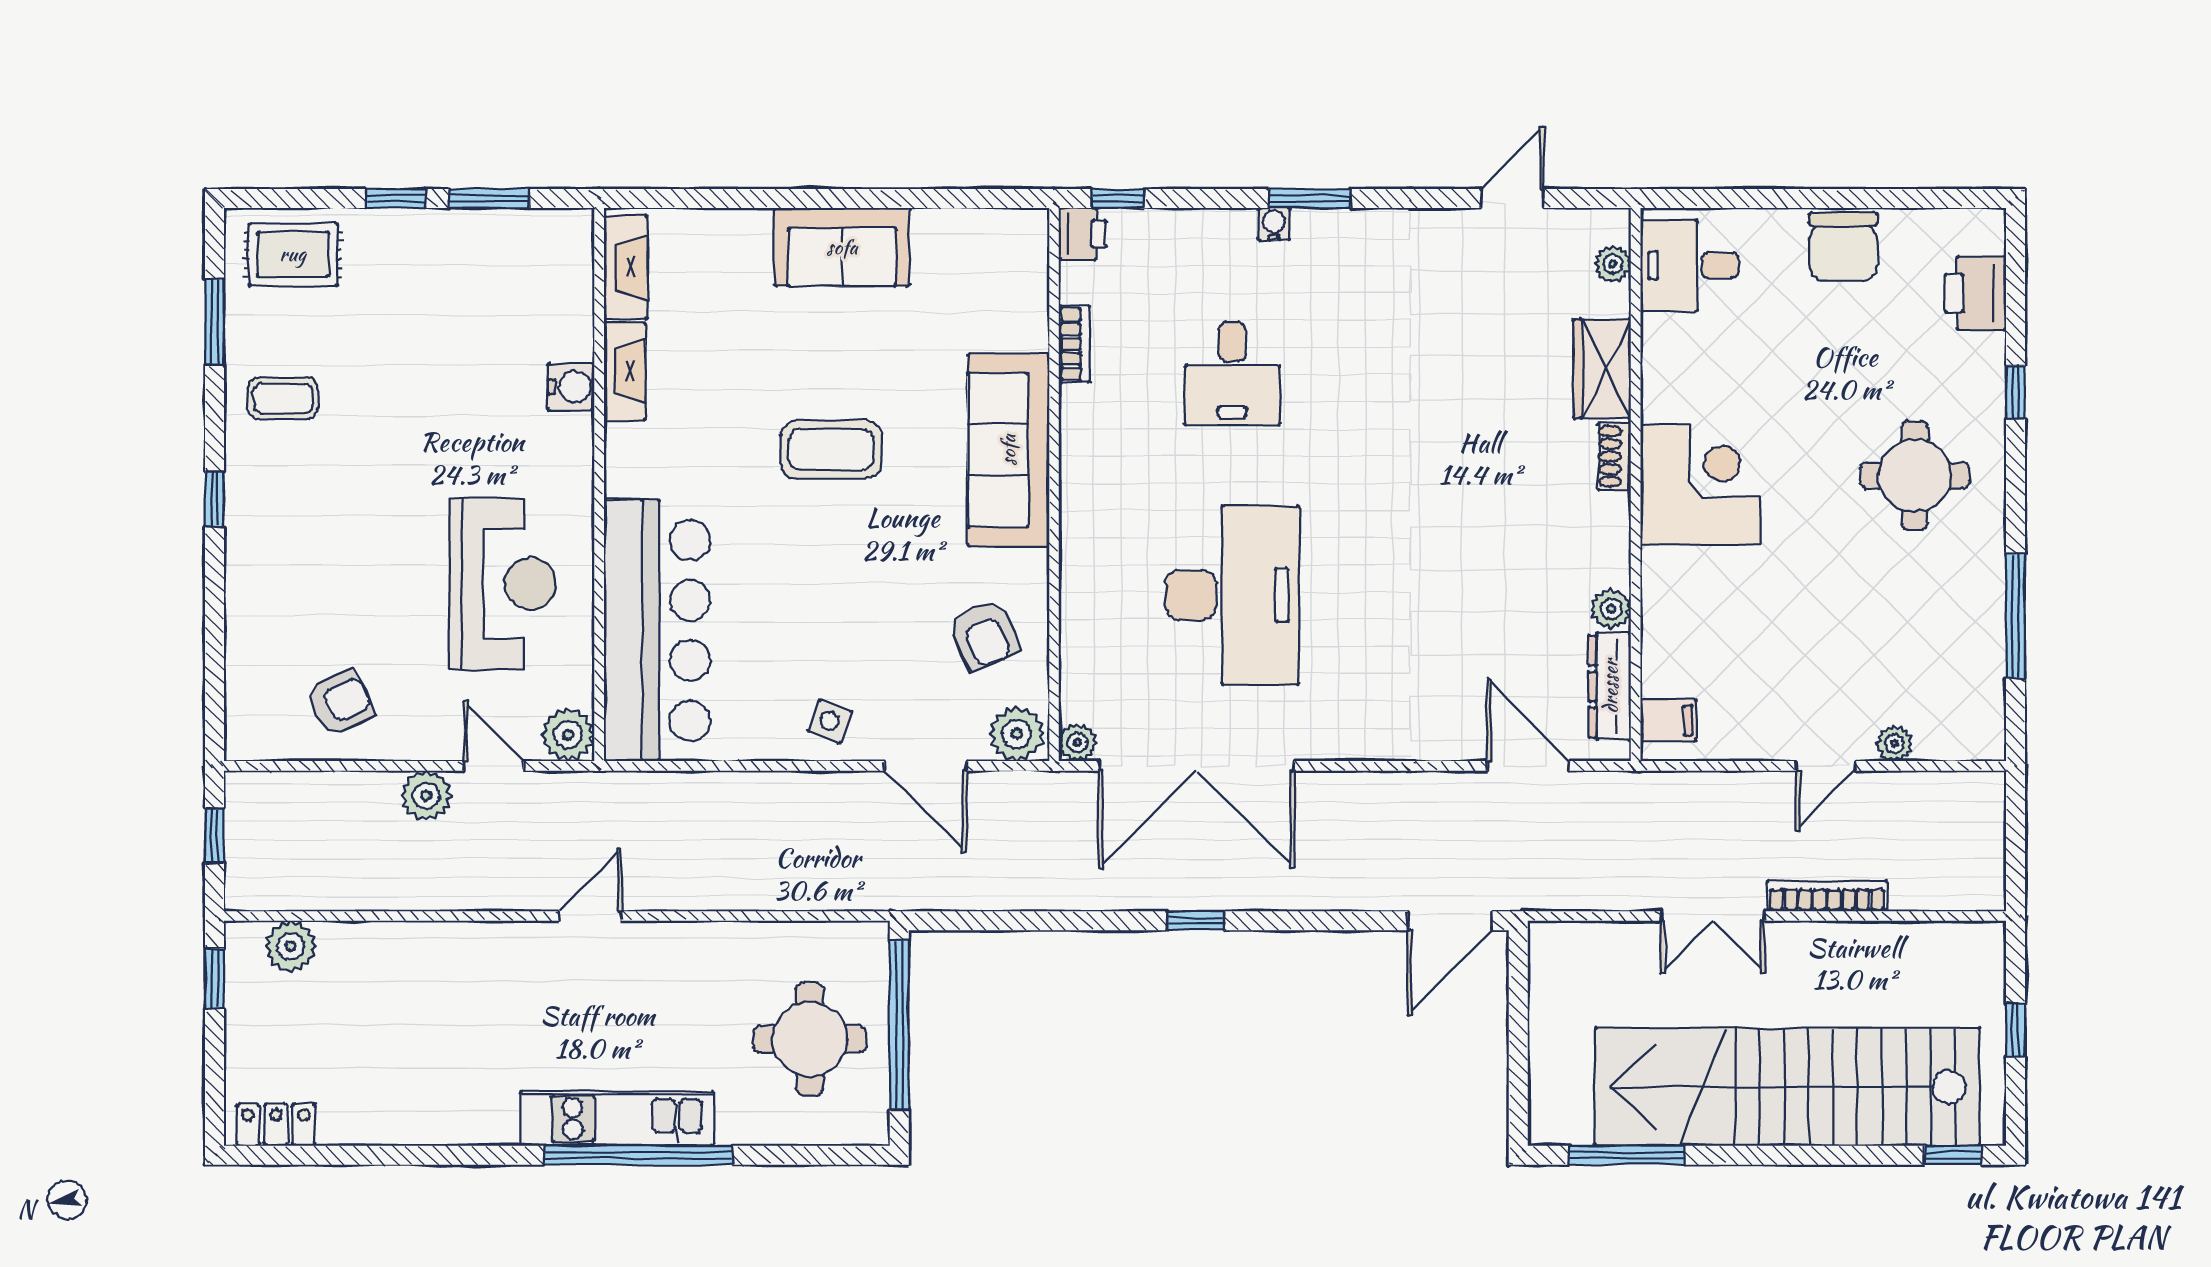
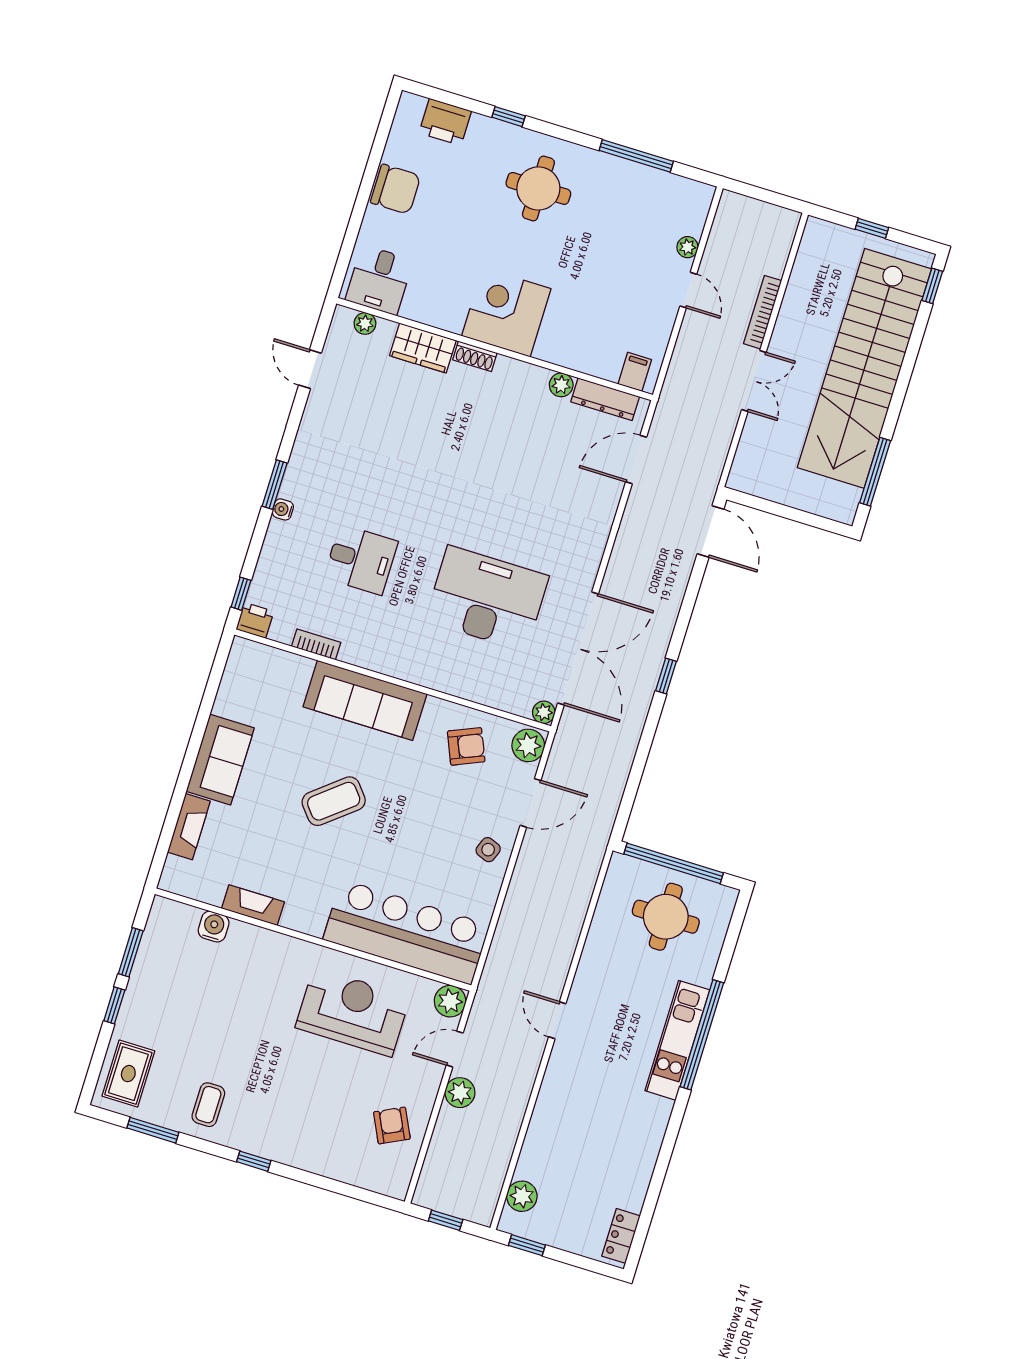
fireplace: (626, 267) -> (189, 827), moved, turned 90
water cooler: (571, 387) -> (214, 927), moved
coffee table: (831, 449) -> (334, 801), turned 51

